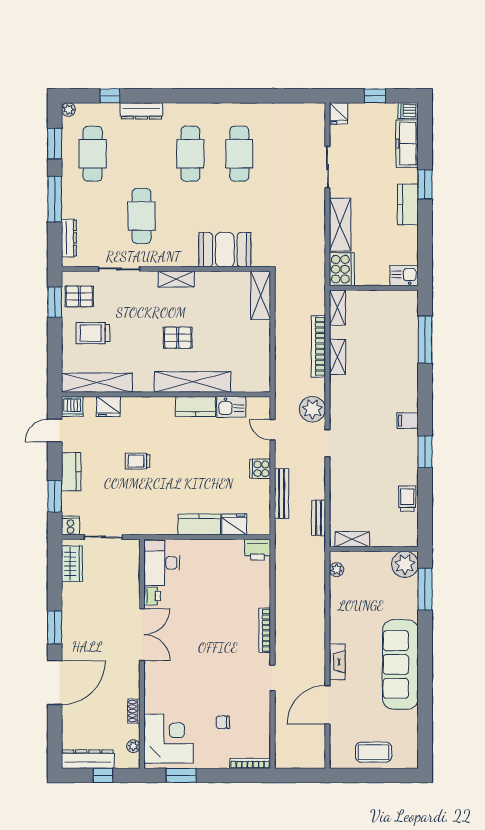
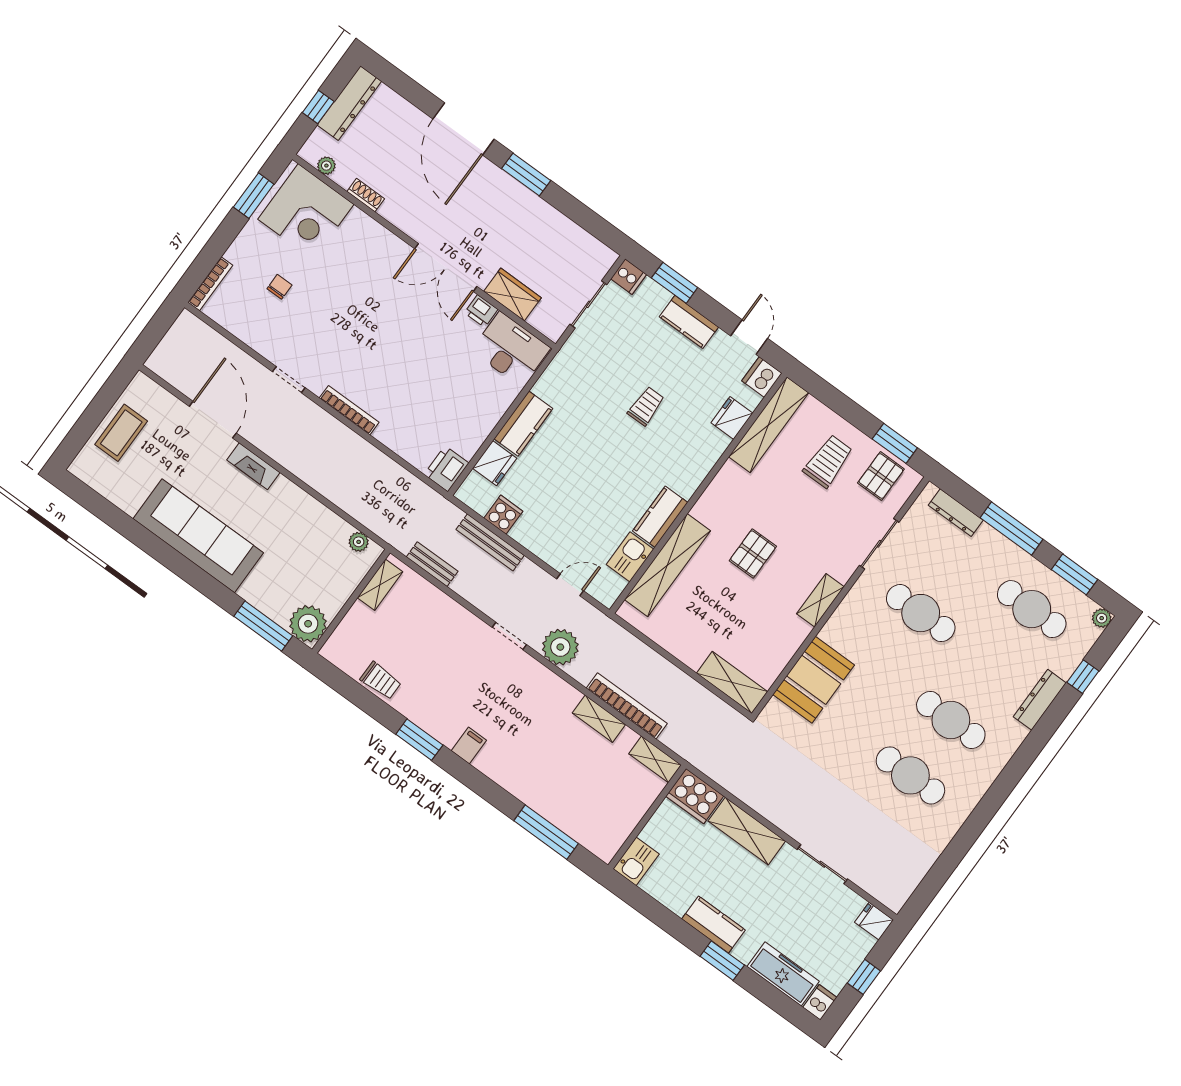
shelving: (192, 382) -> (667, 565), moved
cooker: (260, 469) -> (503, 515), moved
wardrobe: (72, 564) -> (512, 294), moved, turned 180

